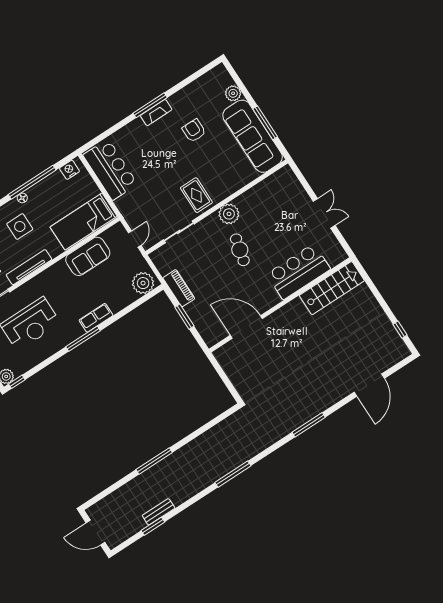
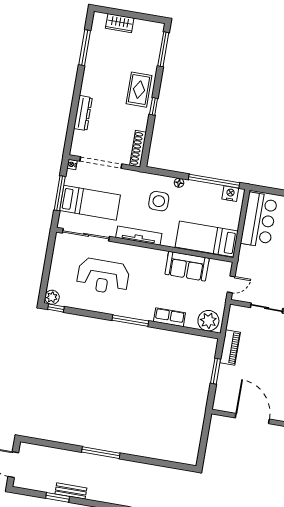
window: (32, 182) -> (214, 181), moved
row of seats: (96, 318) -> (169, 317), moved

